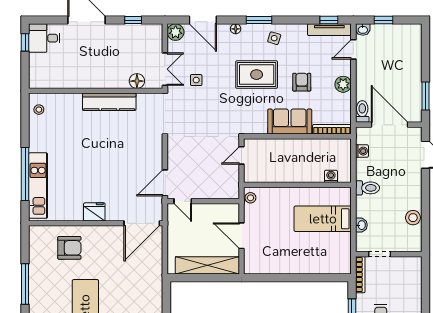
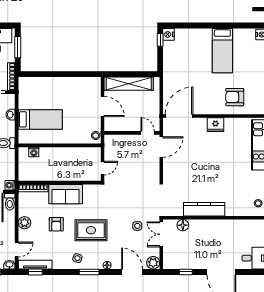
washing machine: (362, 151) -> (10, 185), moved

